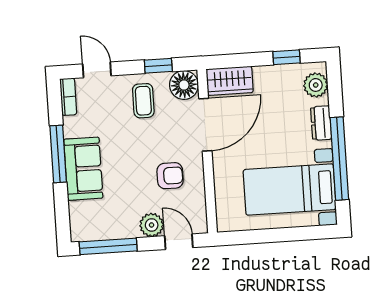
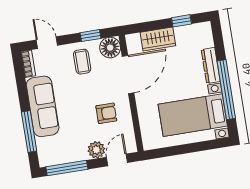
wardrobe: (230, 81) -> (158, 39), moved
plant: (316, 85) -> (204, 39), removed
dresser: (321, 123) -> (211, 66), width x1.44
window: (58, 154) -> (29, 131), moved
sofa: (83, 169) -> (43, 106), width x1.36
door: (179, 242) -> (117, 160), hinge flipped

